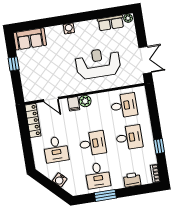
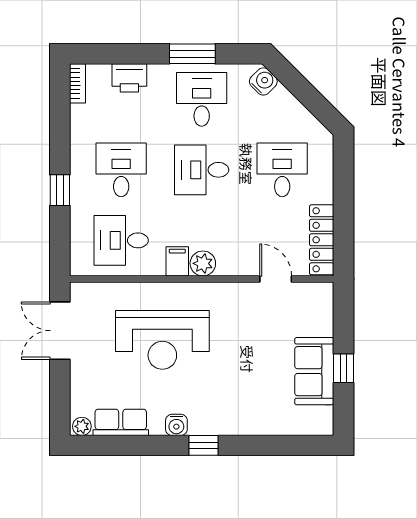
window: (72, 18) -> (203, 445), added
water cooler: (69, 29) -> (176, 425), moved
sofa: (30, 39) -> (314, 371), moved, turned -90
filing cabinet: (74, 104) -> (177, 261), moved
desk: (129, 138) -> (121, 170), turned 90
window: (159, 146) -> (60, 190), moved
water cooler: (60, 180) -> (263, 81), moved

